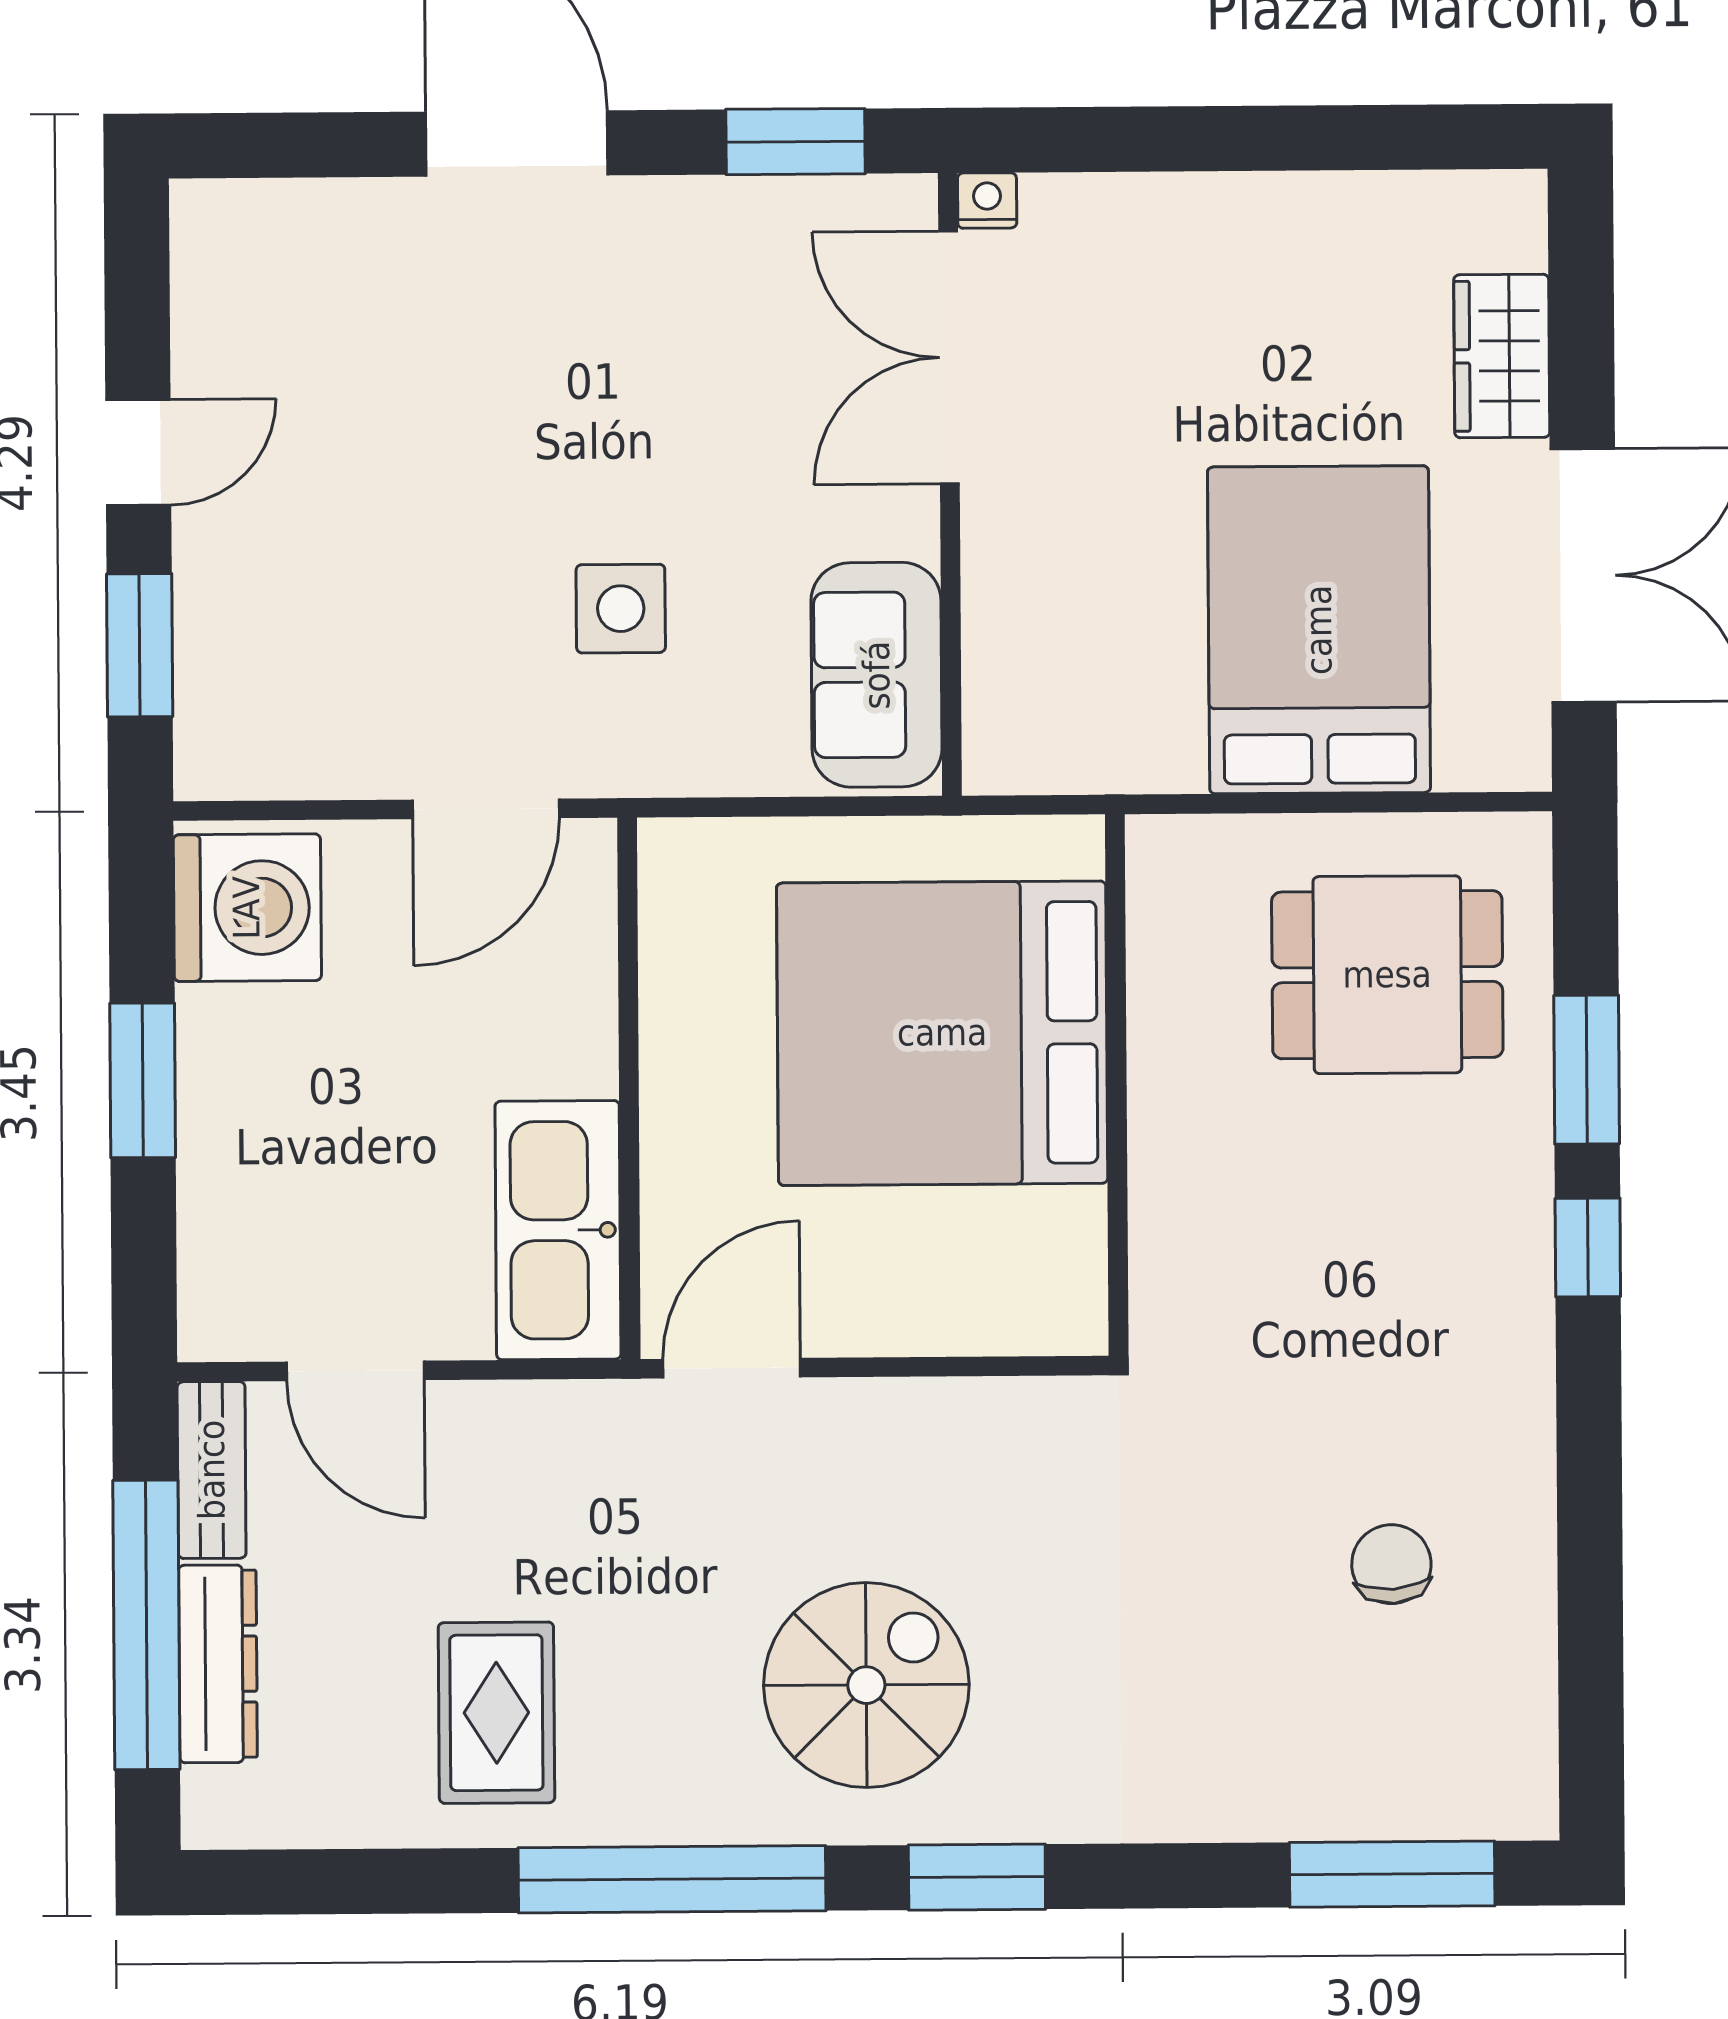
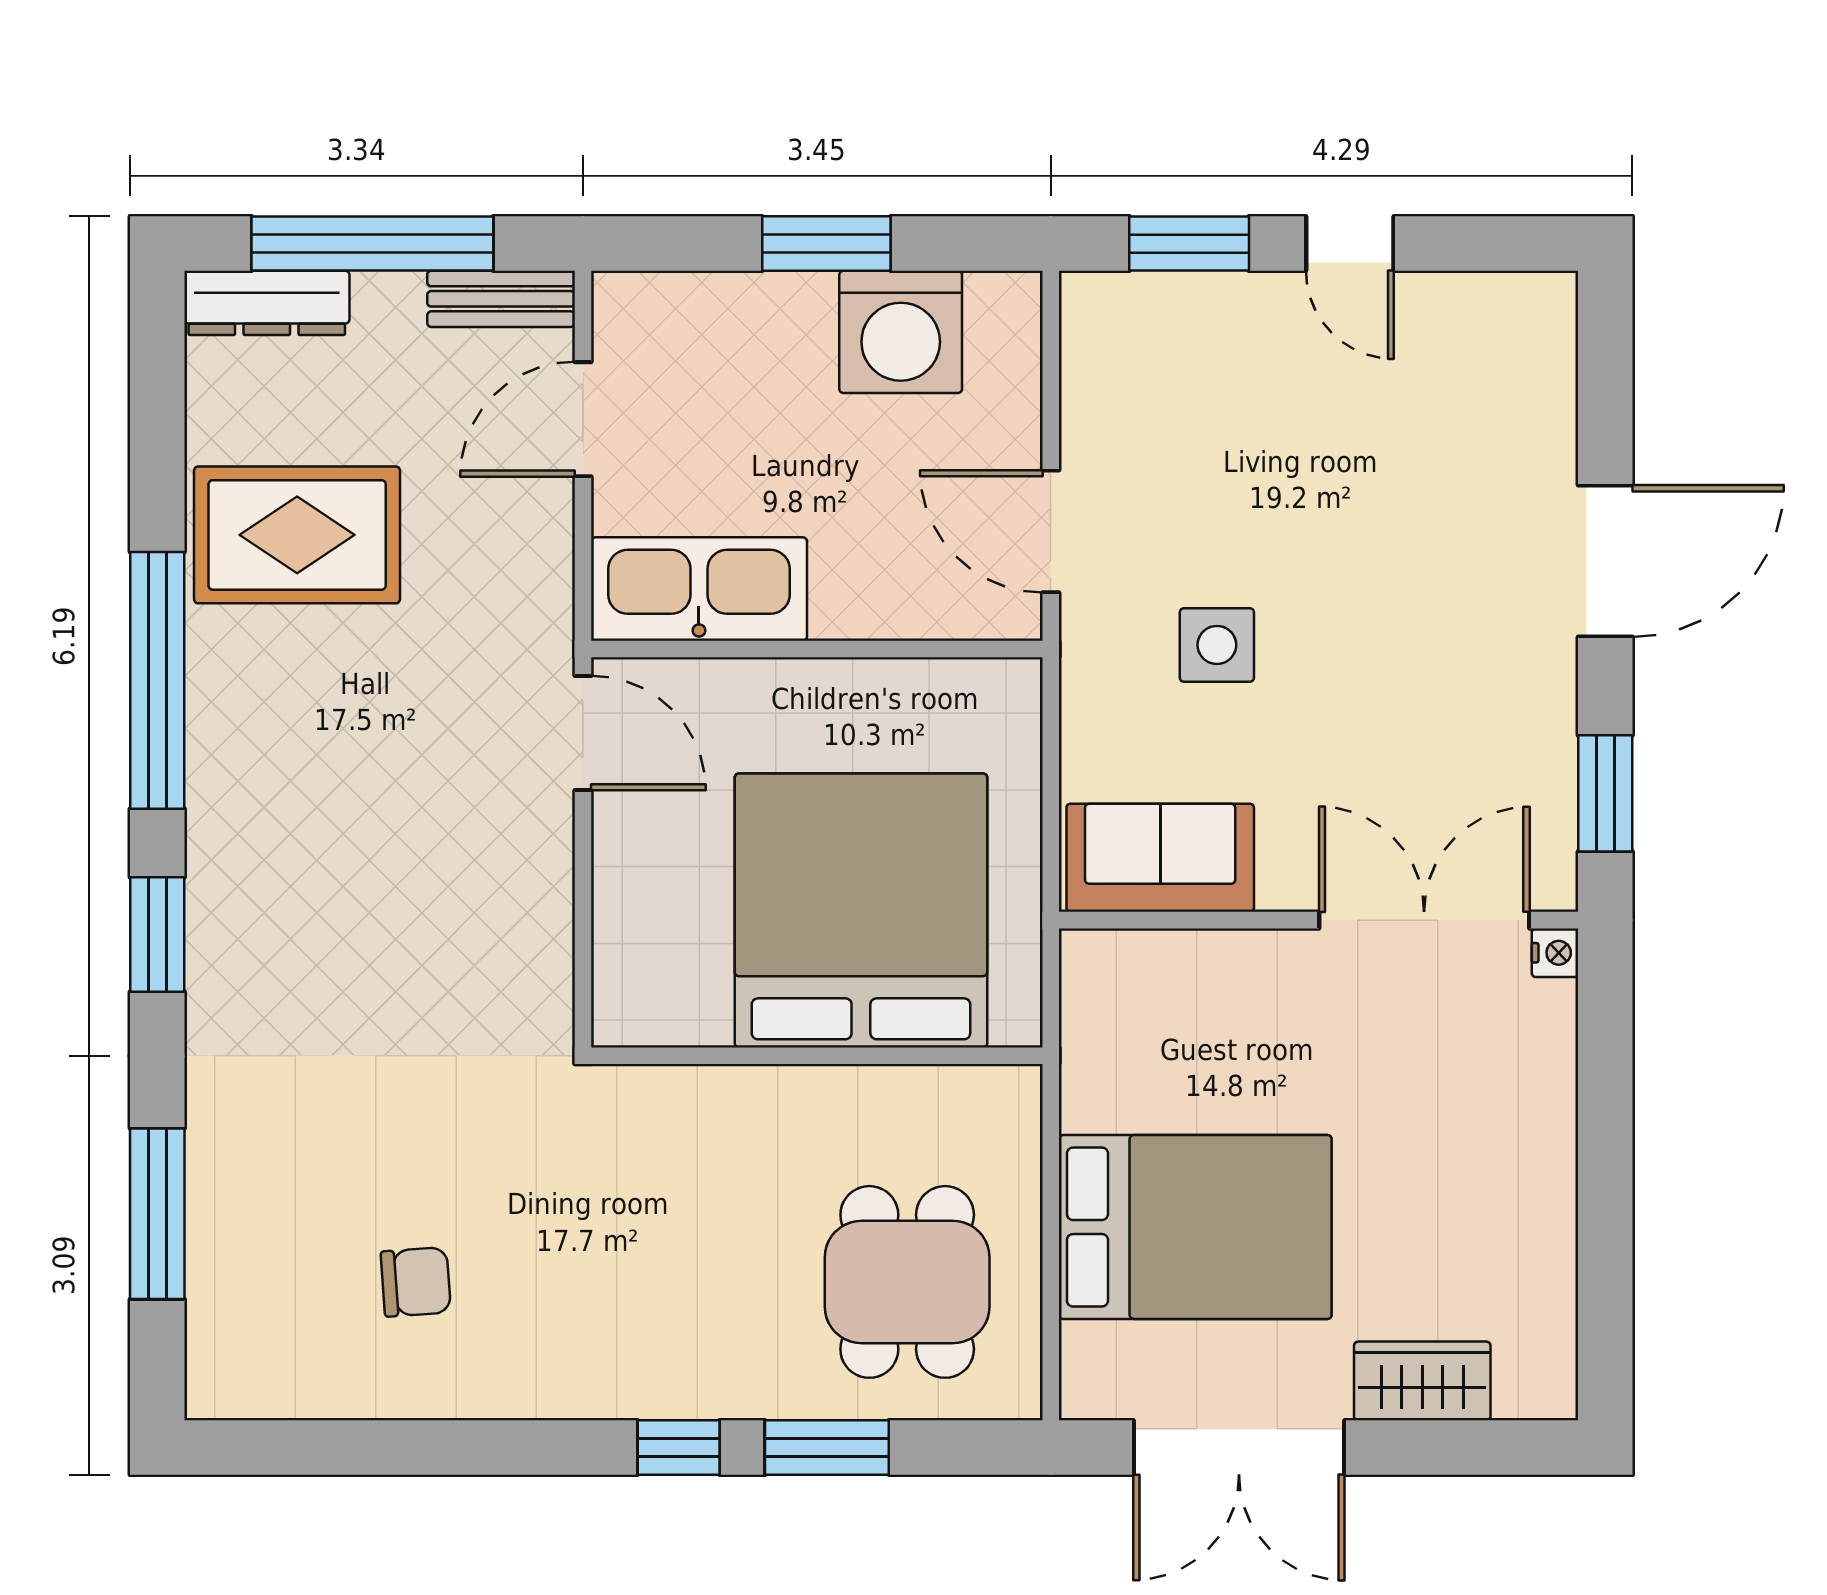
washing machine: (247, 908) -> (901, 332), moved
dresser: (218, 1664) -> (267, 303), moved
spiral stairs: (866, 1685) -> (318, 843), removed
rug: (496, 1713) -> (297, 535), width x1.36, depth x1.43
window: (1392, 1874) -> (157, 1214), moved

